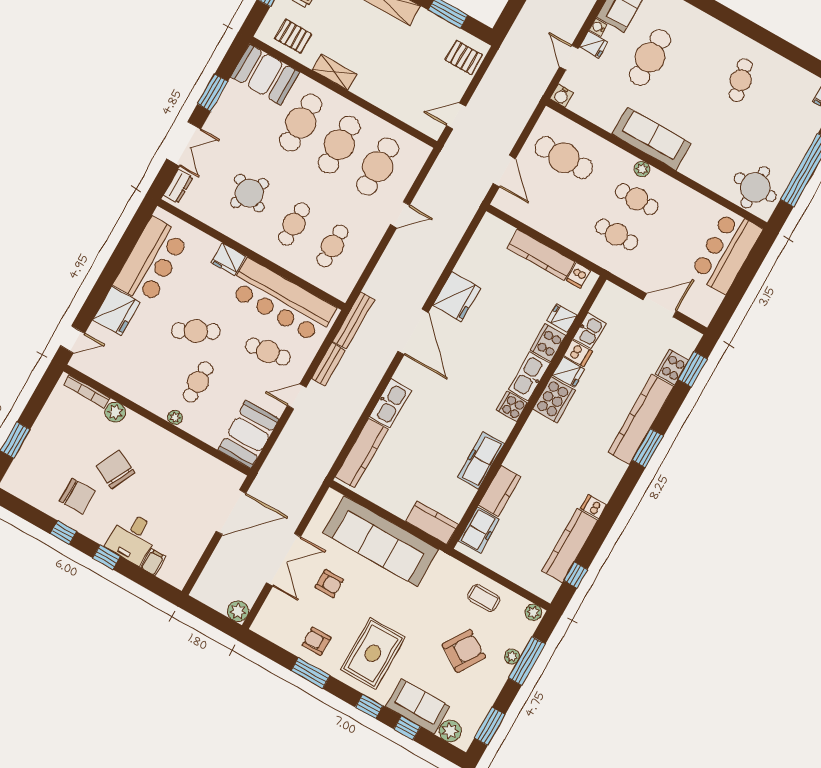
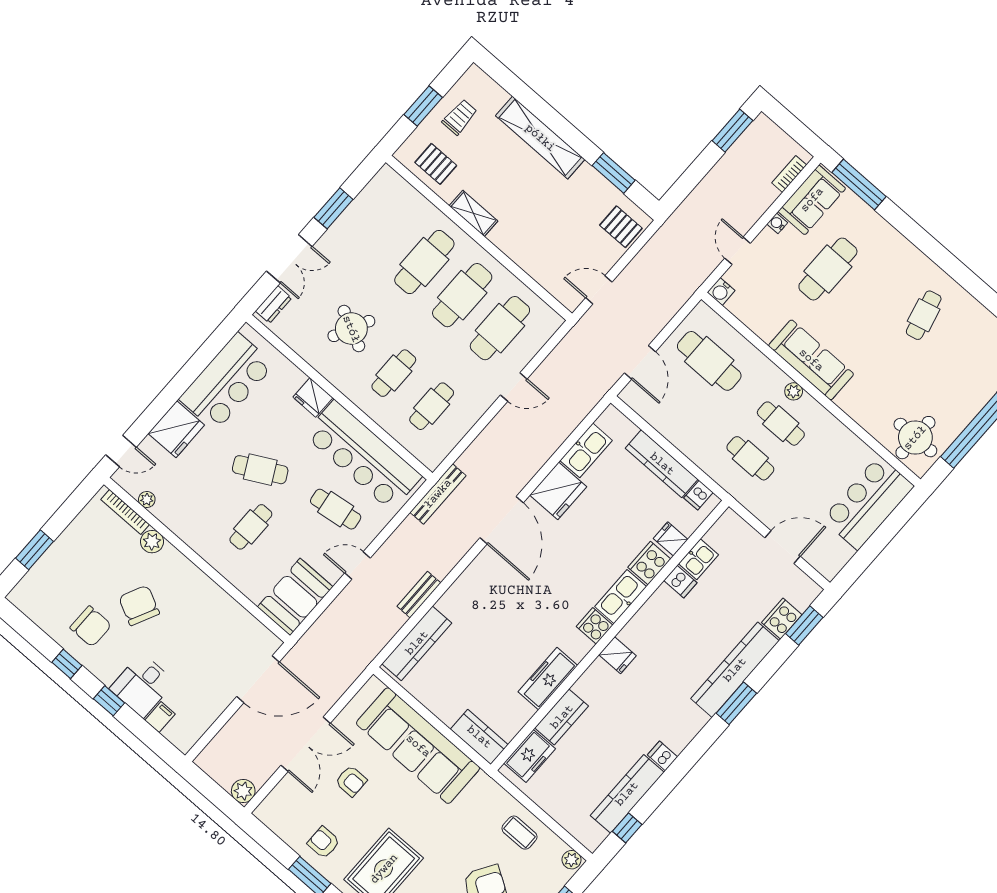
fridge: (594, 44) -> (768, 242), removed
booth: (265, 74) -> (396, 200), removed
bench: (328, 365) -> (419, 595), moved
fridge: (568, 372) -> (617, 655), moved
cooker: (554, 400) -> (643, 628), removed
kitchen sink: (390, 403) -> (586, 450), moved
plant: (175, 417) -> (147, 499), moved

